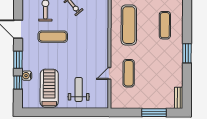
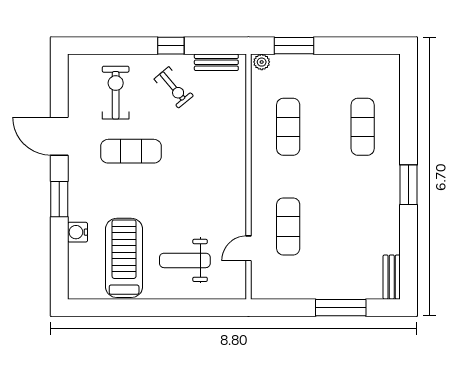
exercise mat: (129, 25) -> (288, 127), width x0.73, depth x0.69
door: (109, 73) -> (248, 248), moved
window: (18, 82) -> (59, 246), removed
weight bench: (79, 90) -> (185, 260), turned -90

